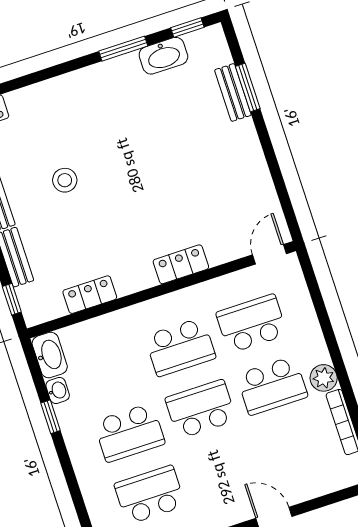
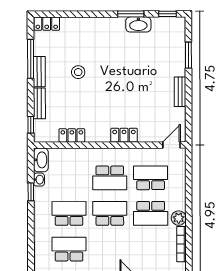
washbasin: (163, 56) -> (138, 24), moved
bench: (233, 92) -> (180, 92), moved
school desk: (129, 433) -> (69, 213), turned 180

